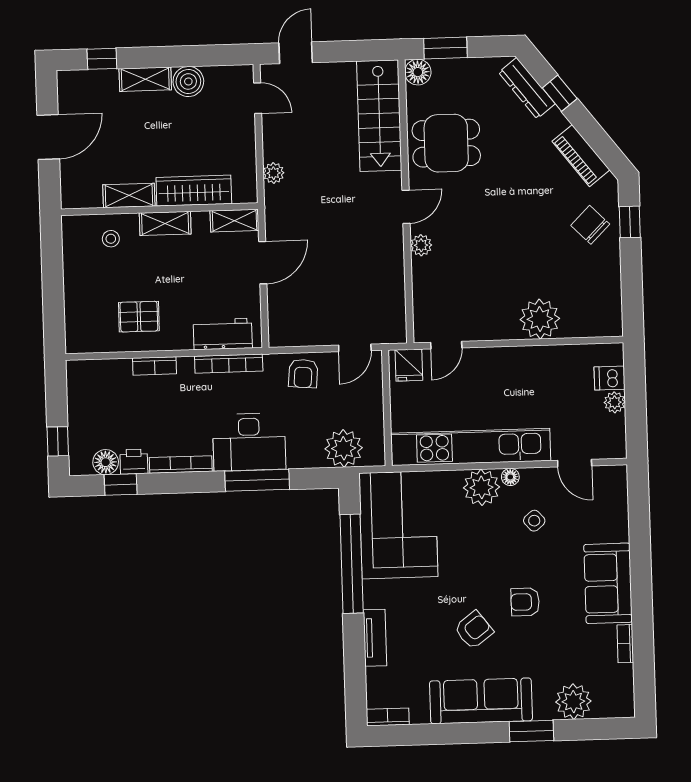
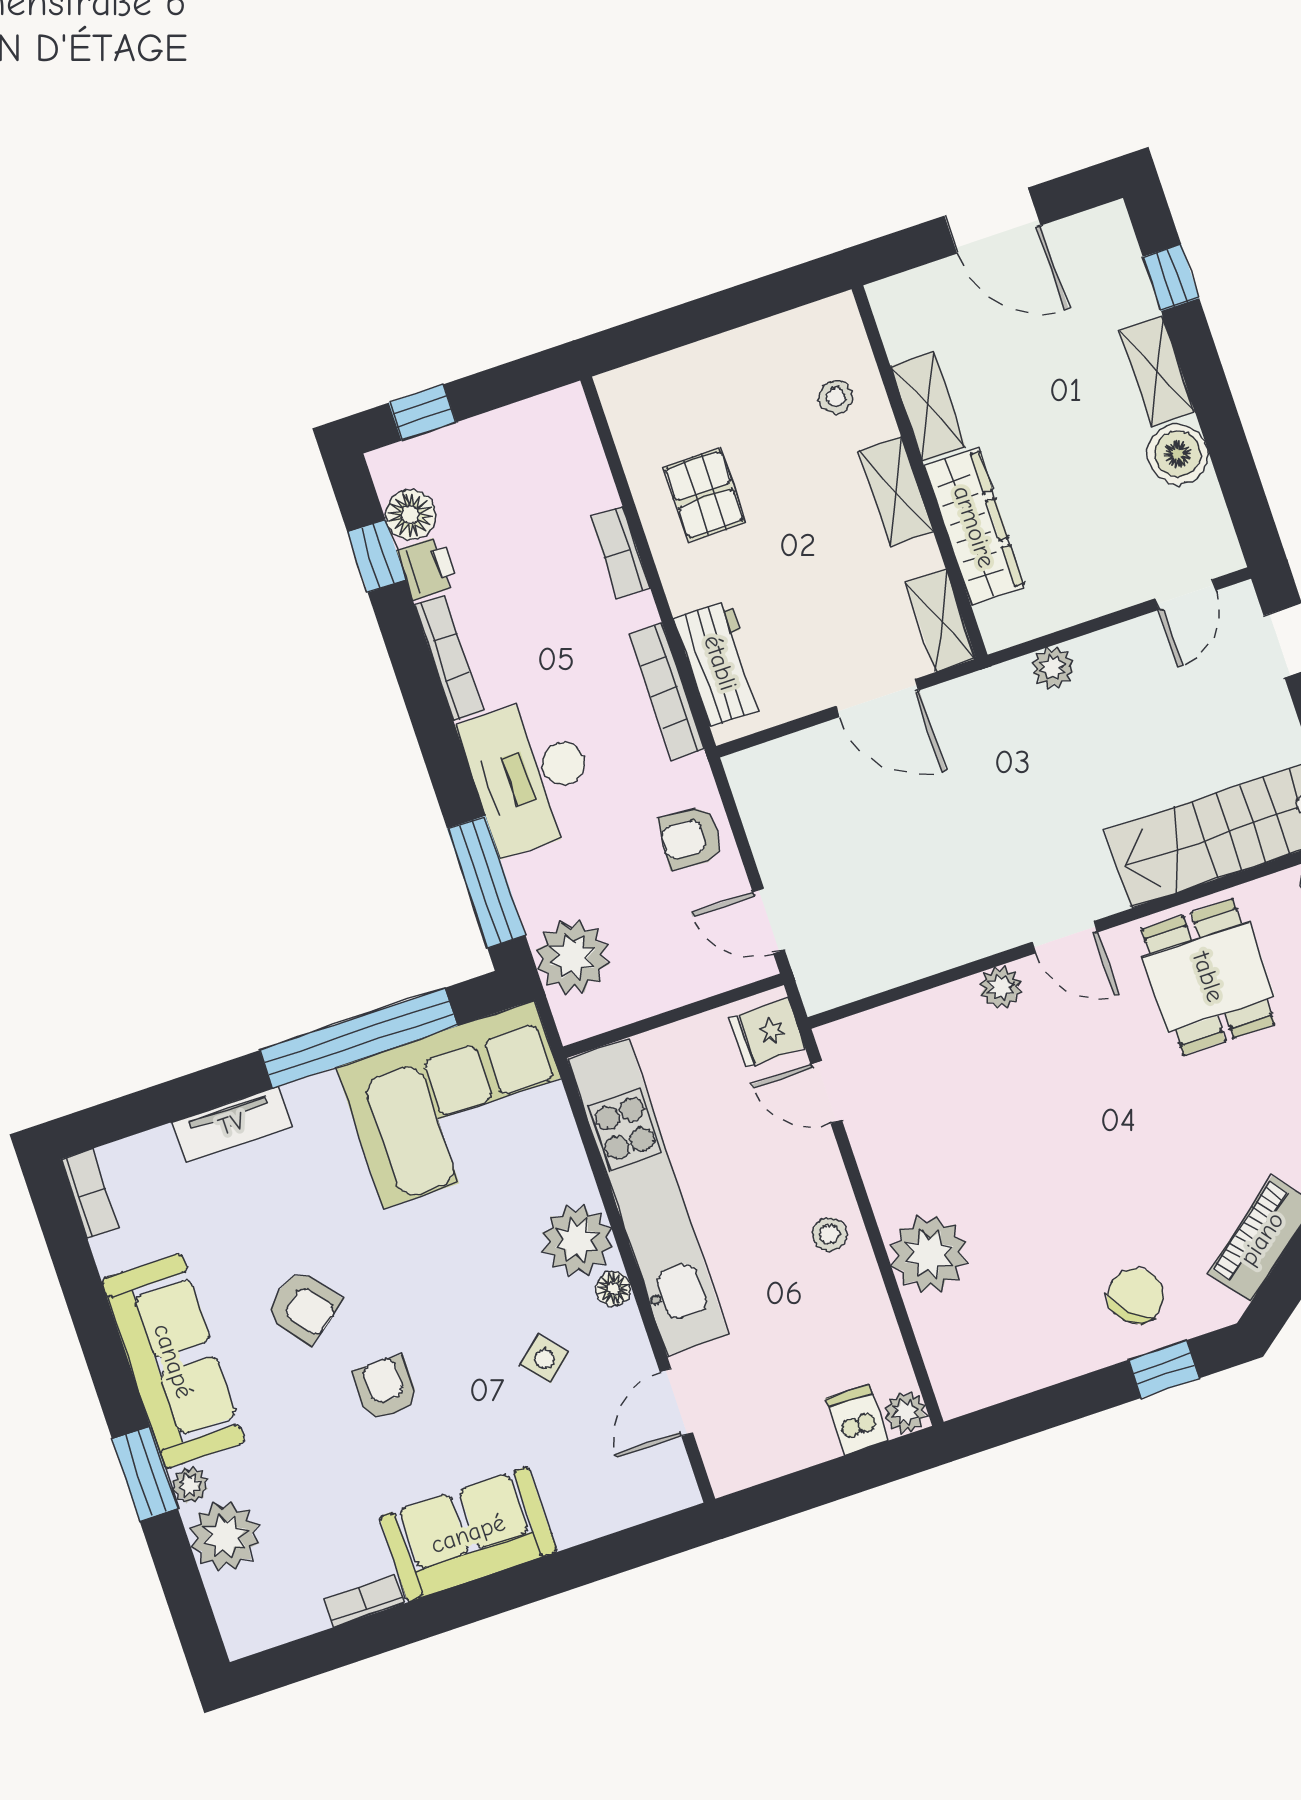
stool: (516, 364) -> (829, 1234), added
plant: (615, 402) -> (905, 1412), moved
window: (257, 480) -> (486, 882), moved
plant: (544, 711) -> (190, 1485), added

